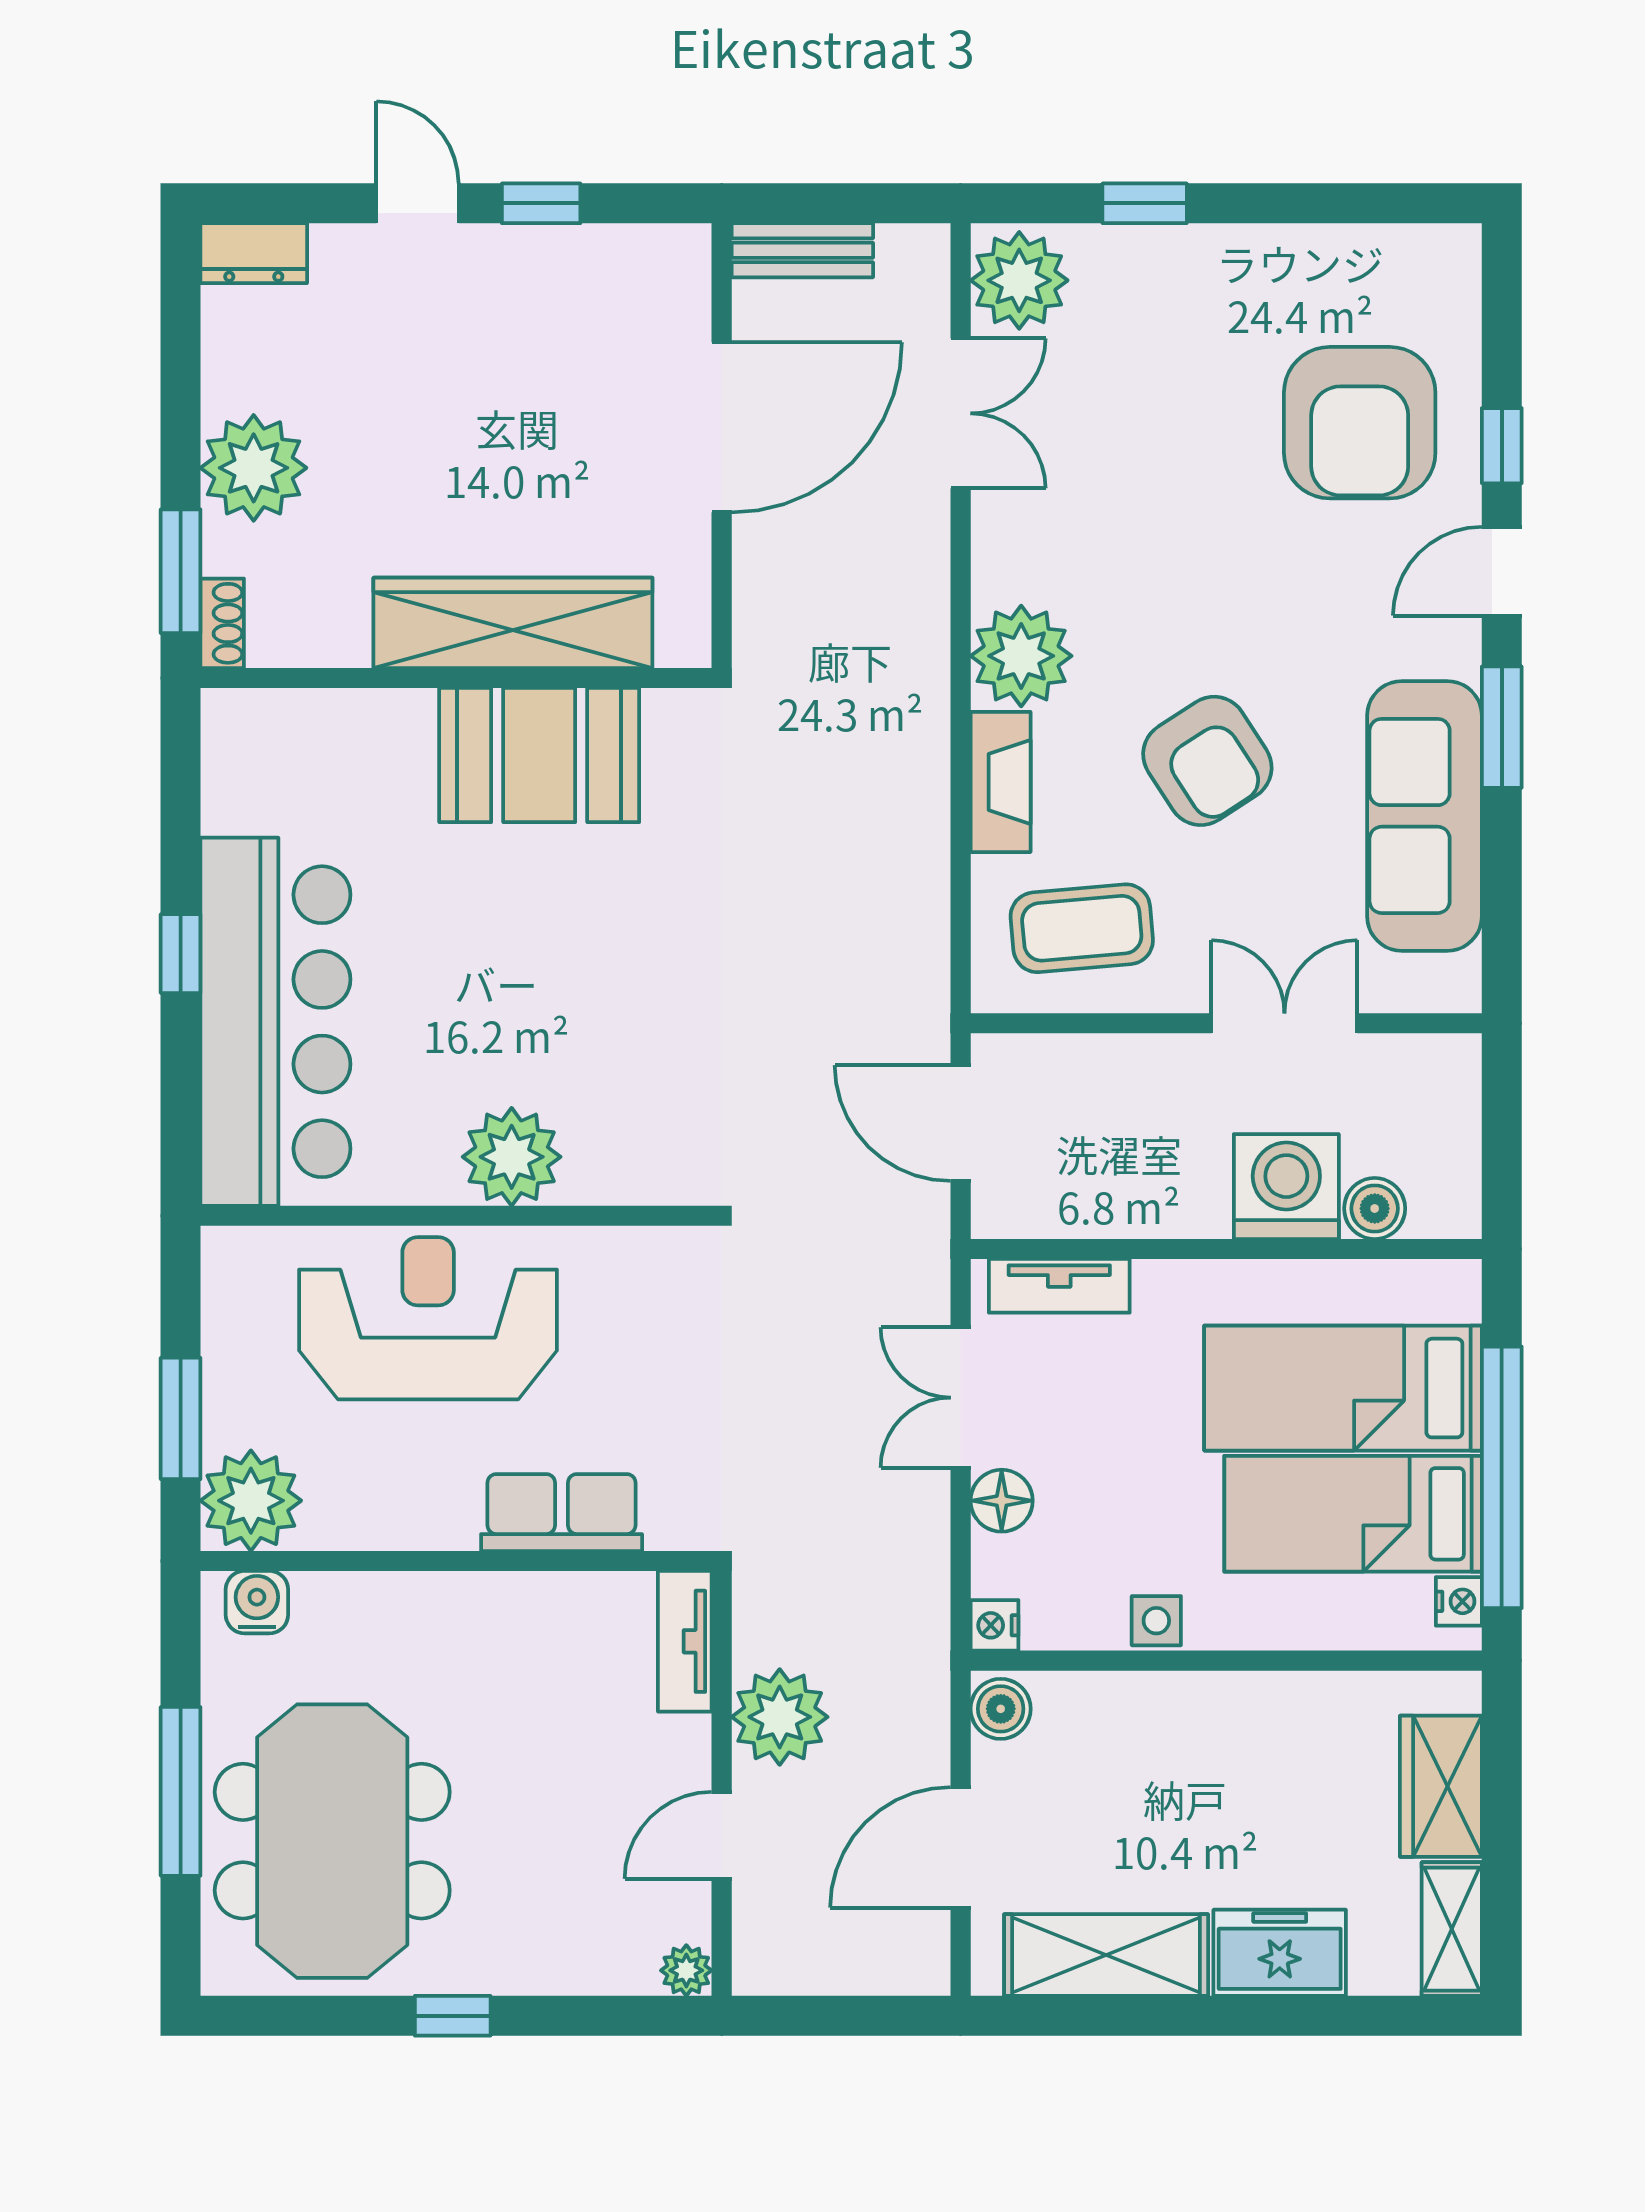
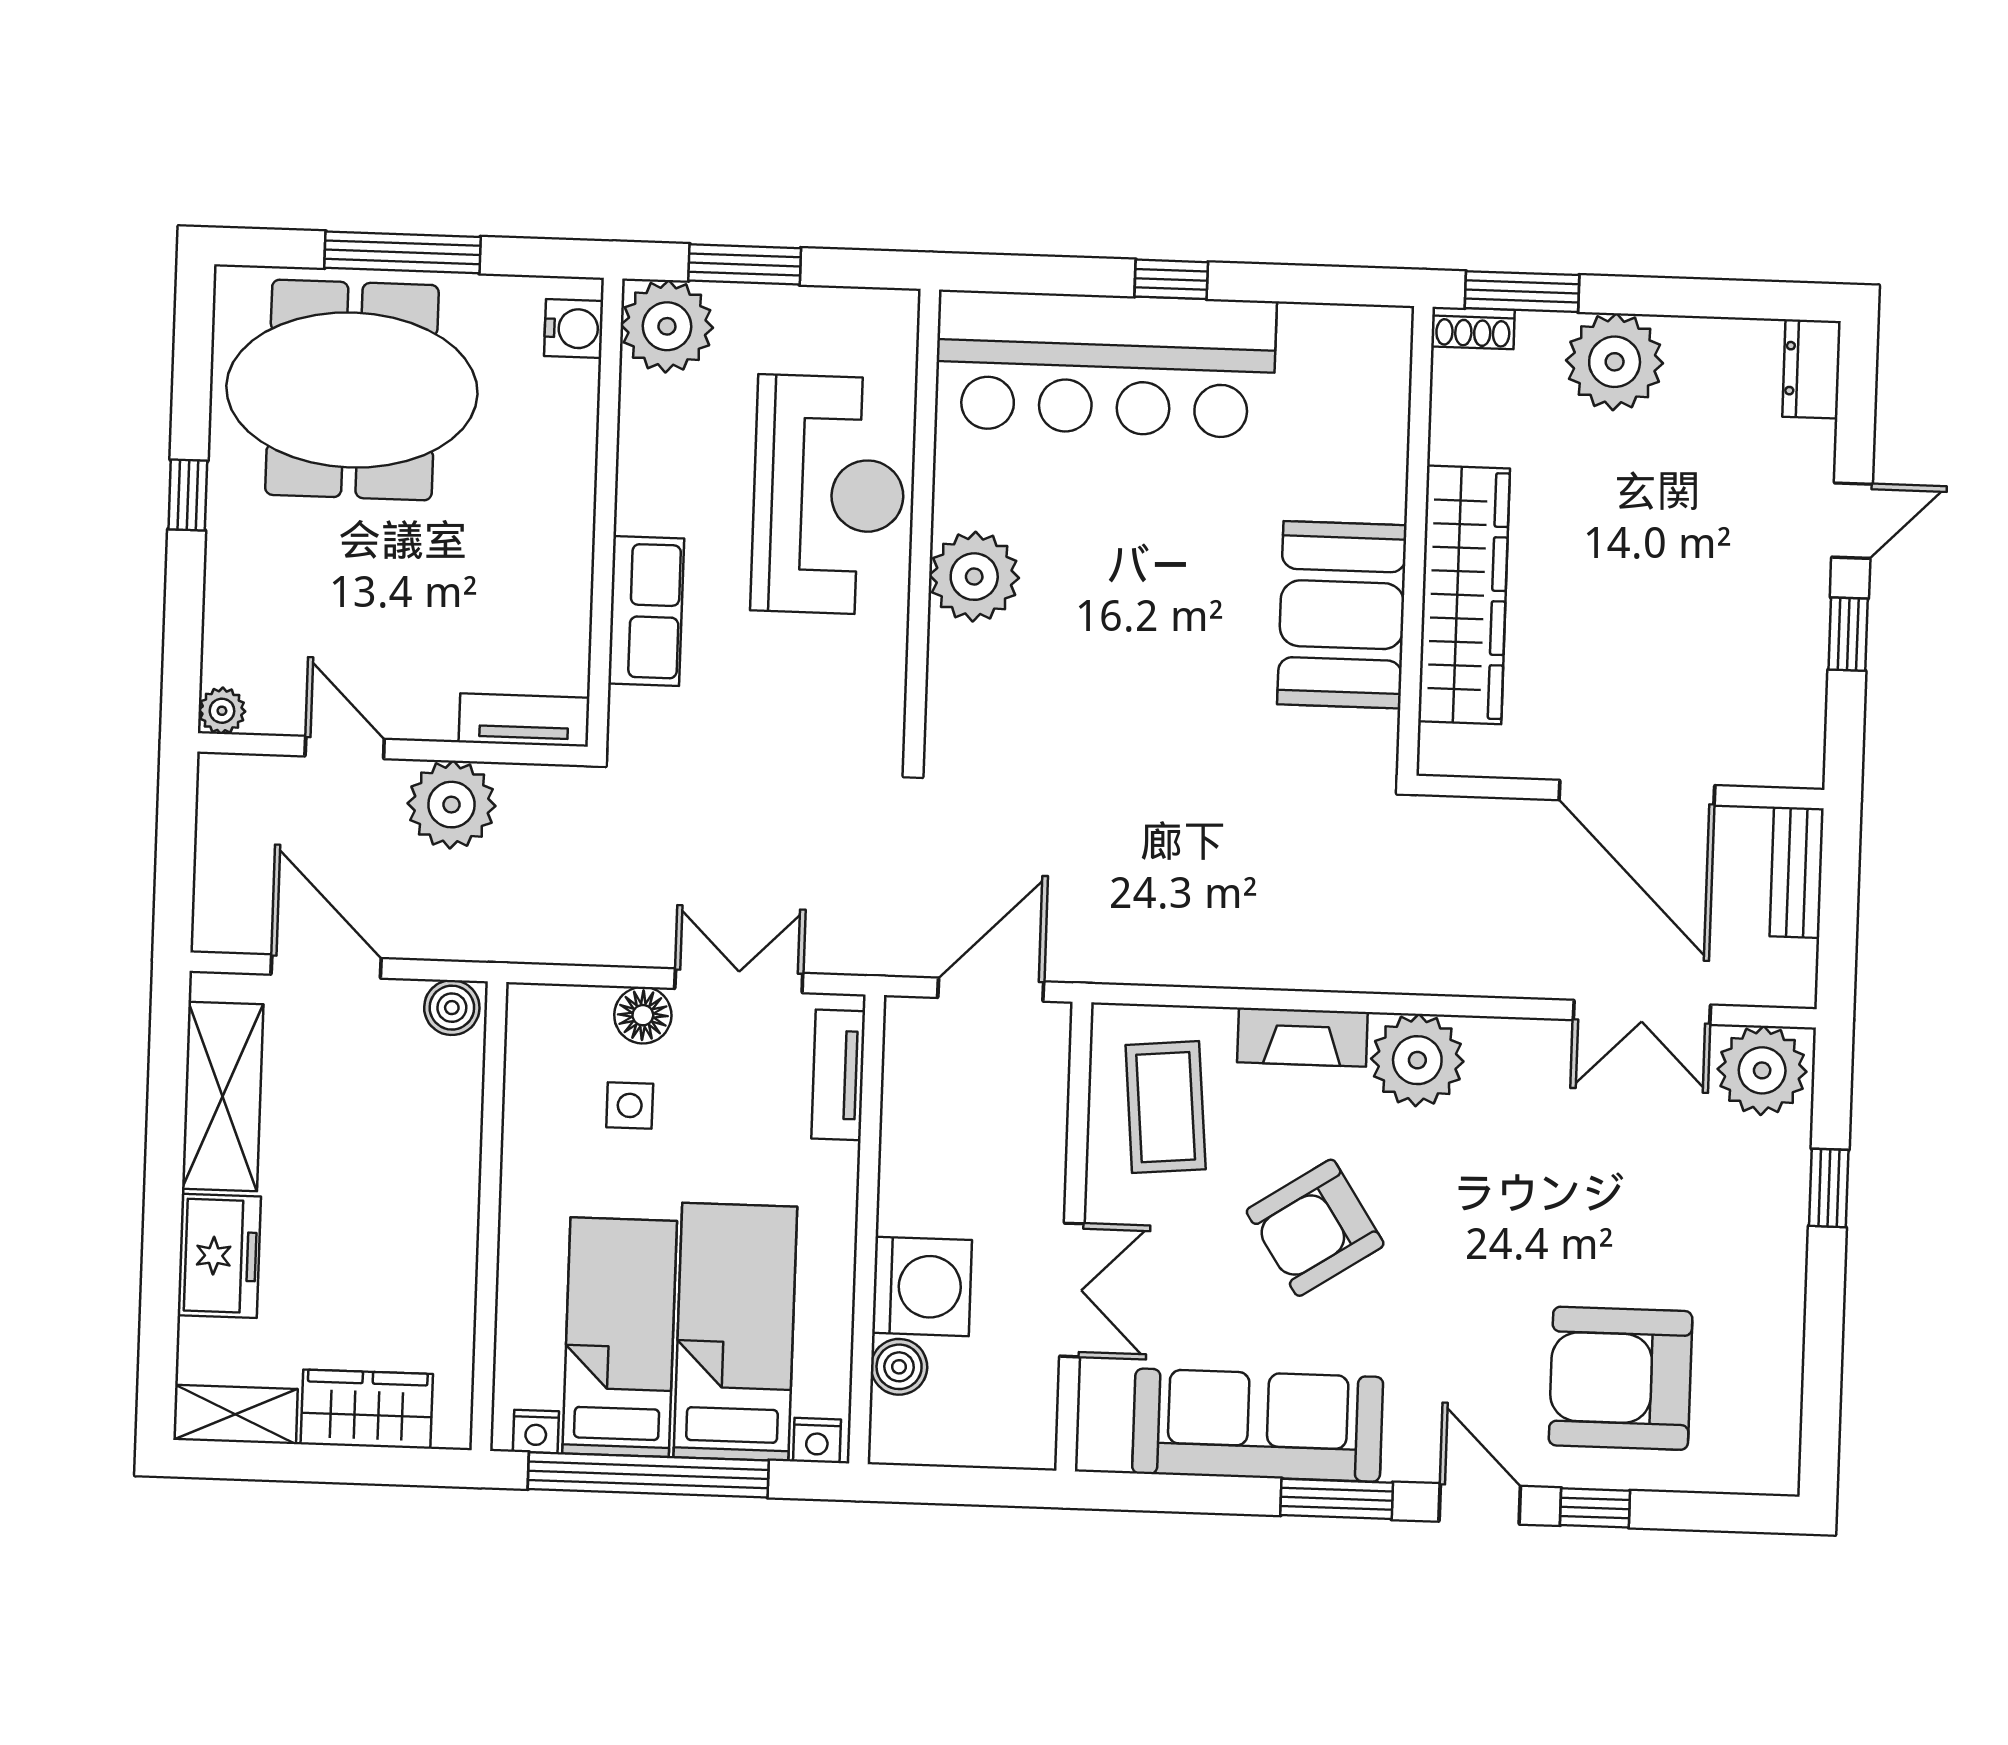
side table: (1156, 1621) -> (630, 1105), moved
nightstand: (994, 1625) -> (817, 1440), moved, turned 180

